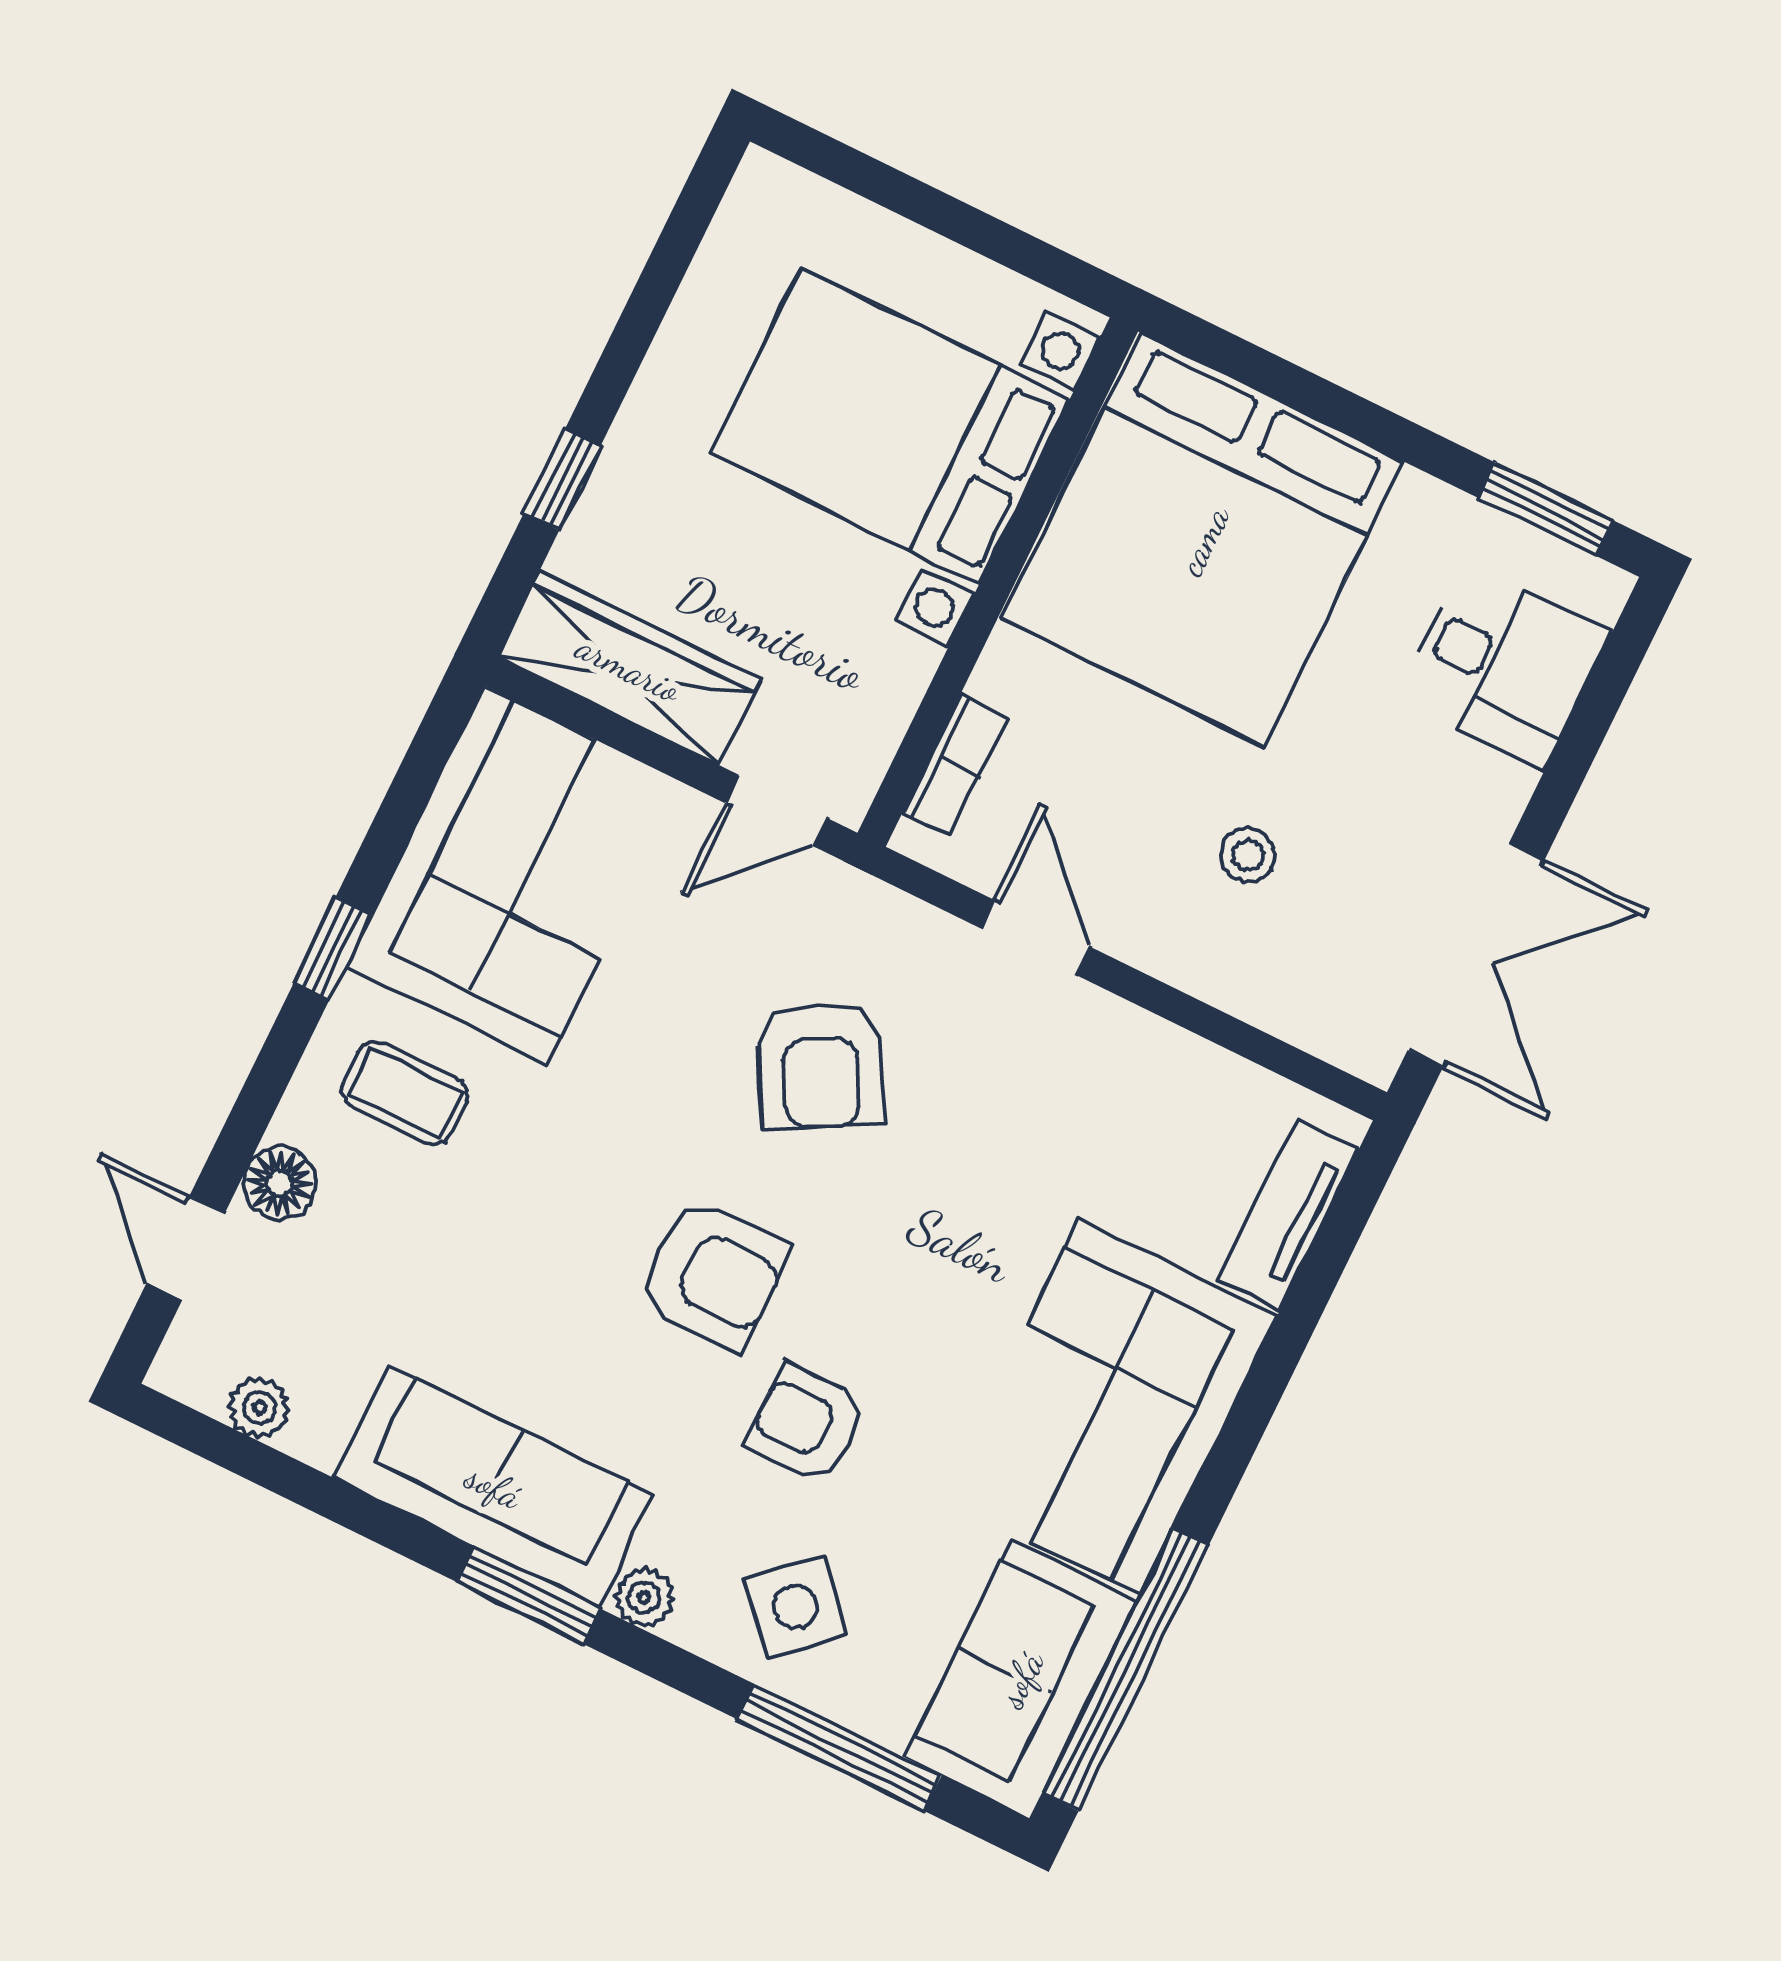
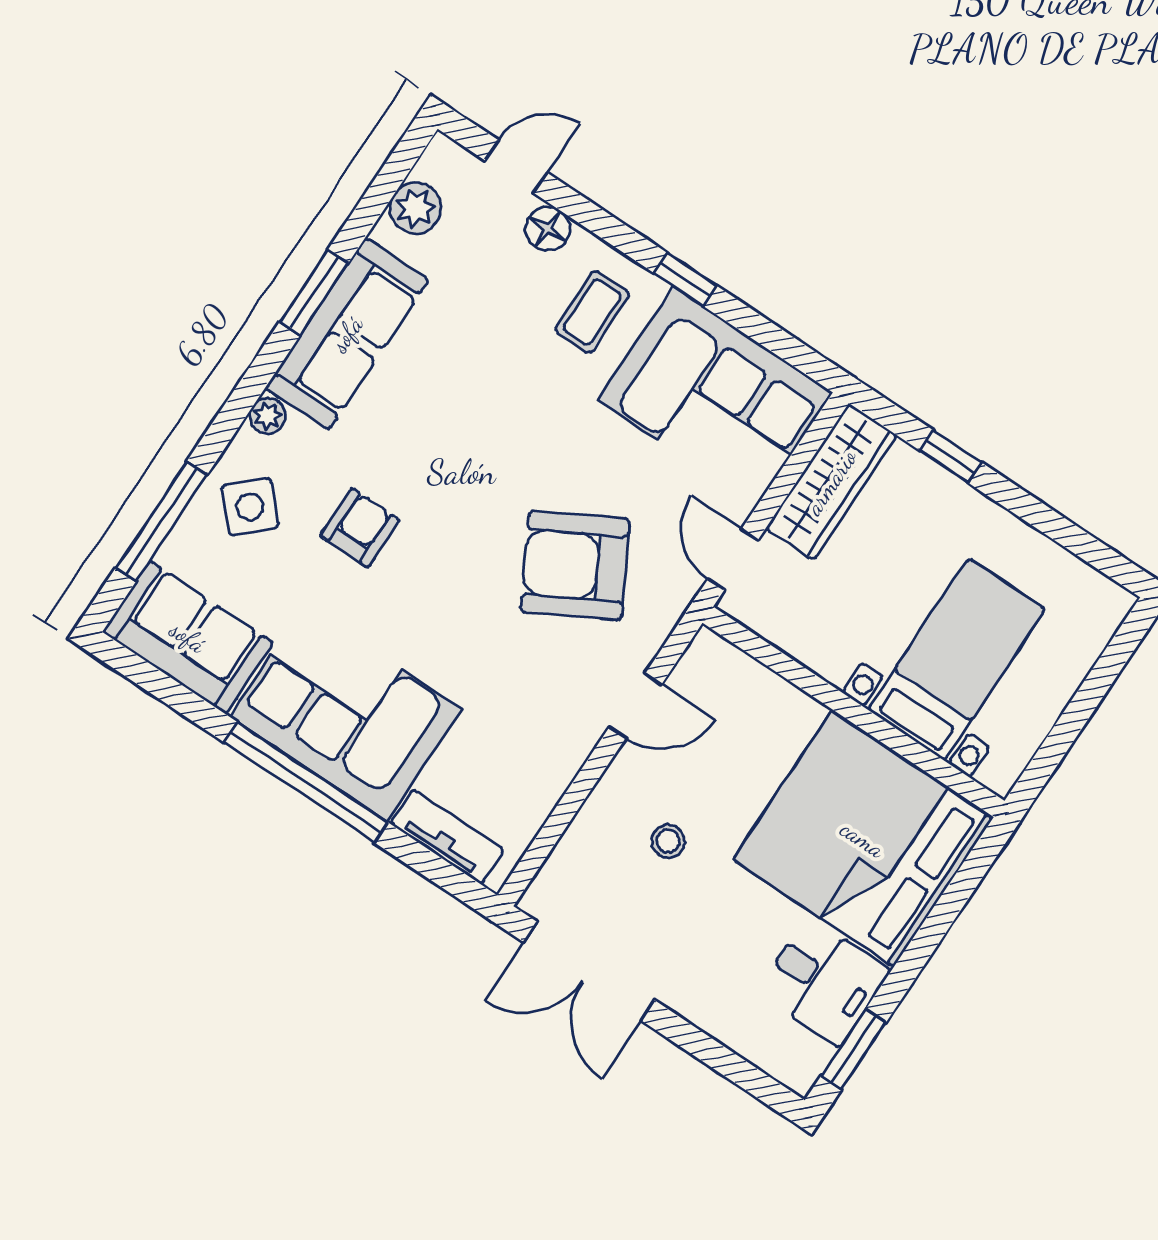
bed with nightstands: (890, 426) -> (956, 659), width x0.73
desk: (1503, 666) -> (823, 981), moved, turned -90
bookcase: (955, 765) -> (746, 671), removed
armchair: (820, 1066) -> (575, 565), width x1.36, depth x1.36
armchair: (713, 1275) -> (457, 484), removed
plant: (259, 1408) -> (415, 208), width x1.38, depth x1.38
window: (528, 1595) -> (314, 293), moved
window: (1126, 1670) -> (306, 782), moved

